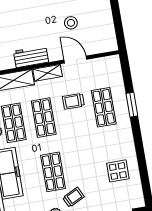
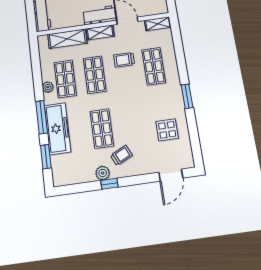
workbench: (31, 57) -> (99, 15), moved
shelving: (107, 62) -> (158, 24), added
window: (132, 105) -> (187, 96), moved

